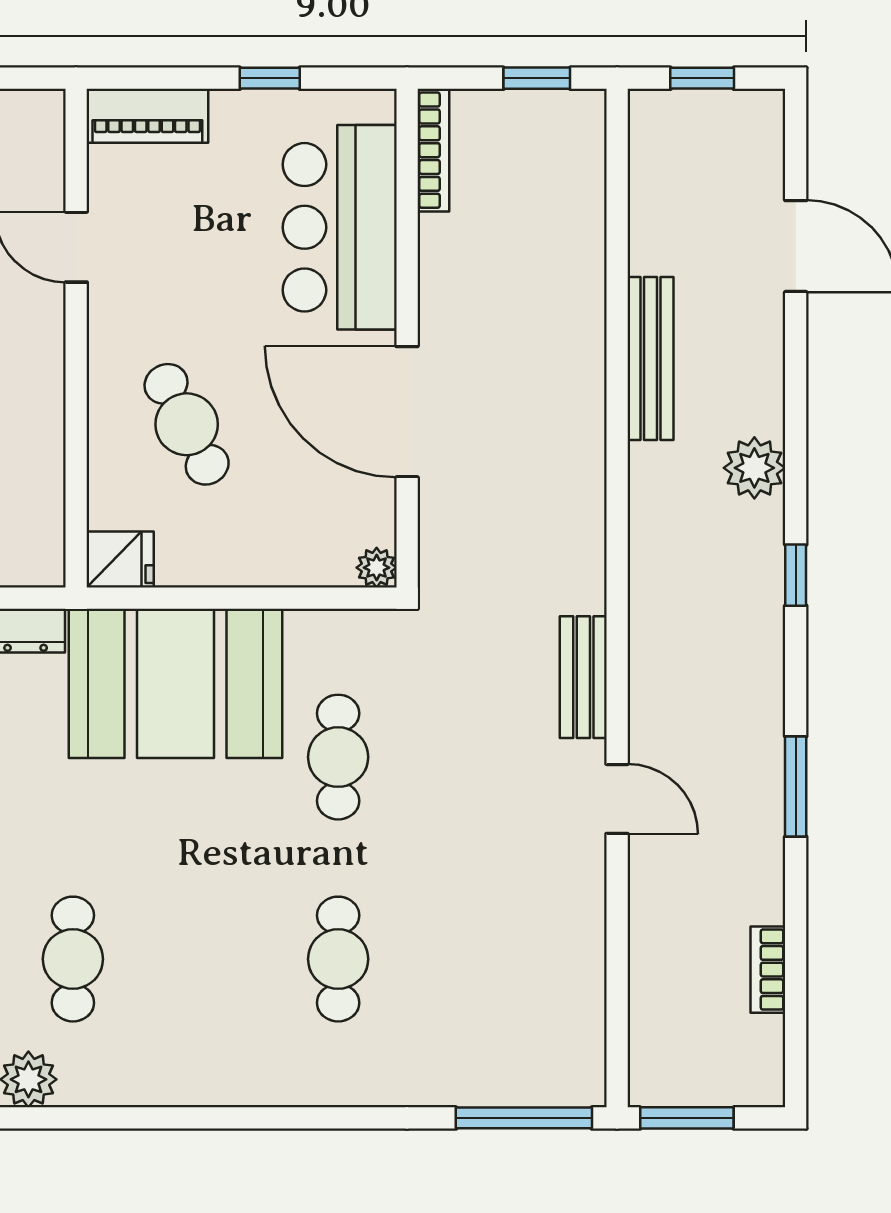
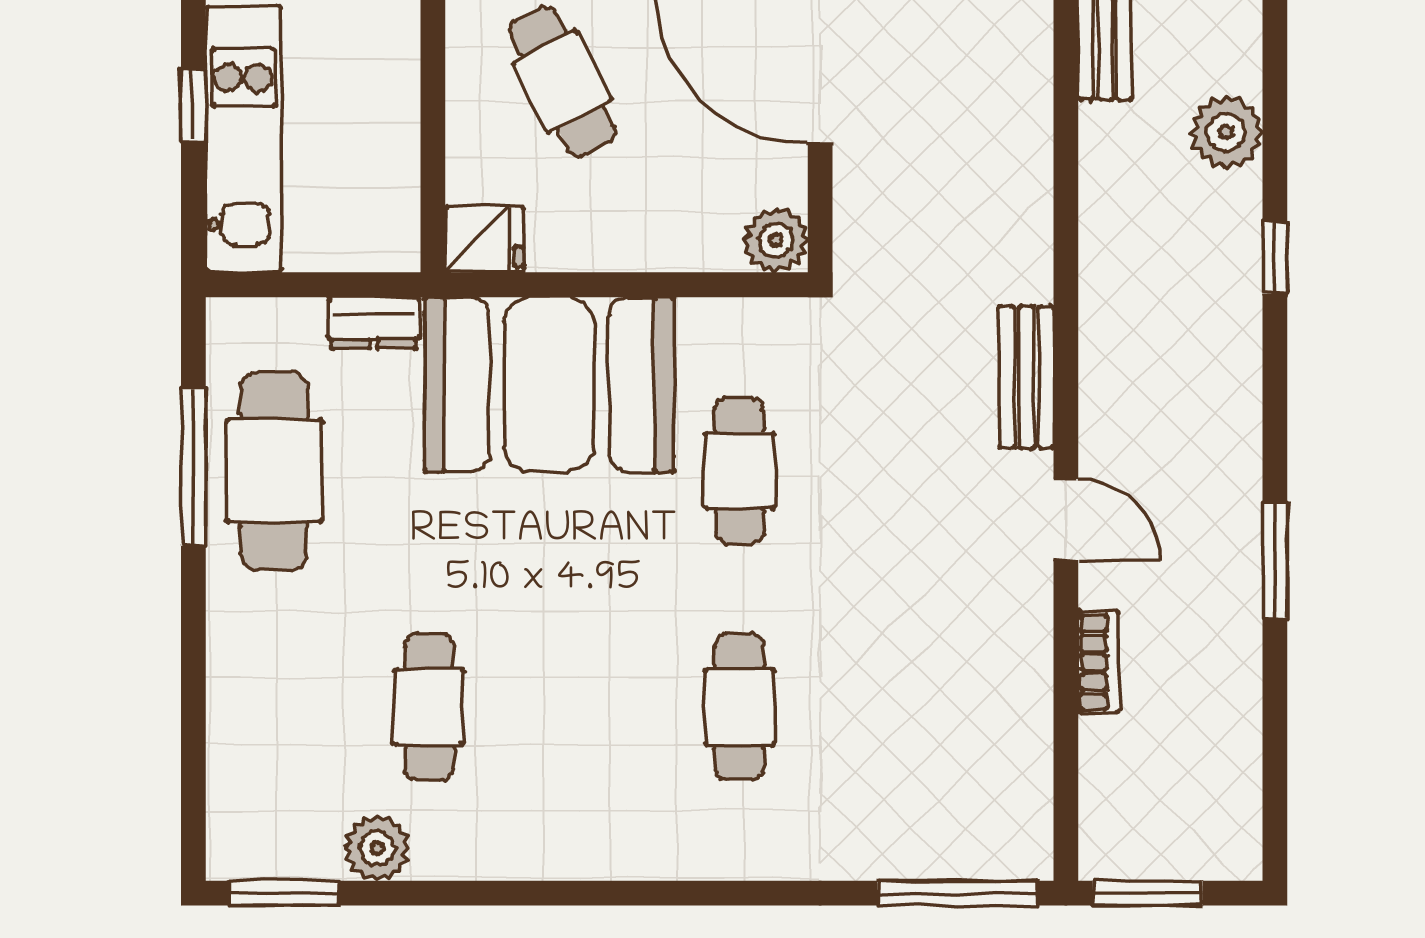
plant: (377, 568) -> (776, 240), width x1.38, depth x1.38
window: (796, 787) -> (1275, 560), moved
bookcase: (768, 970) -> (1098, 662), moved, turned 180

